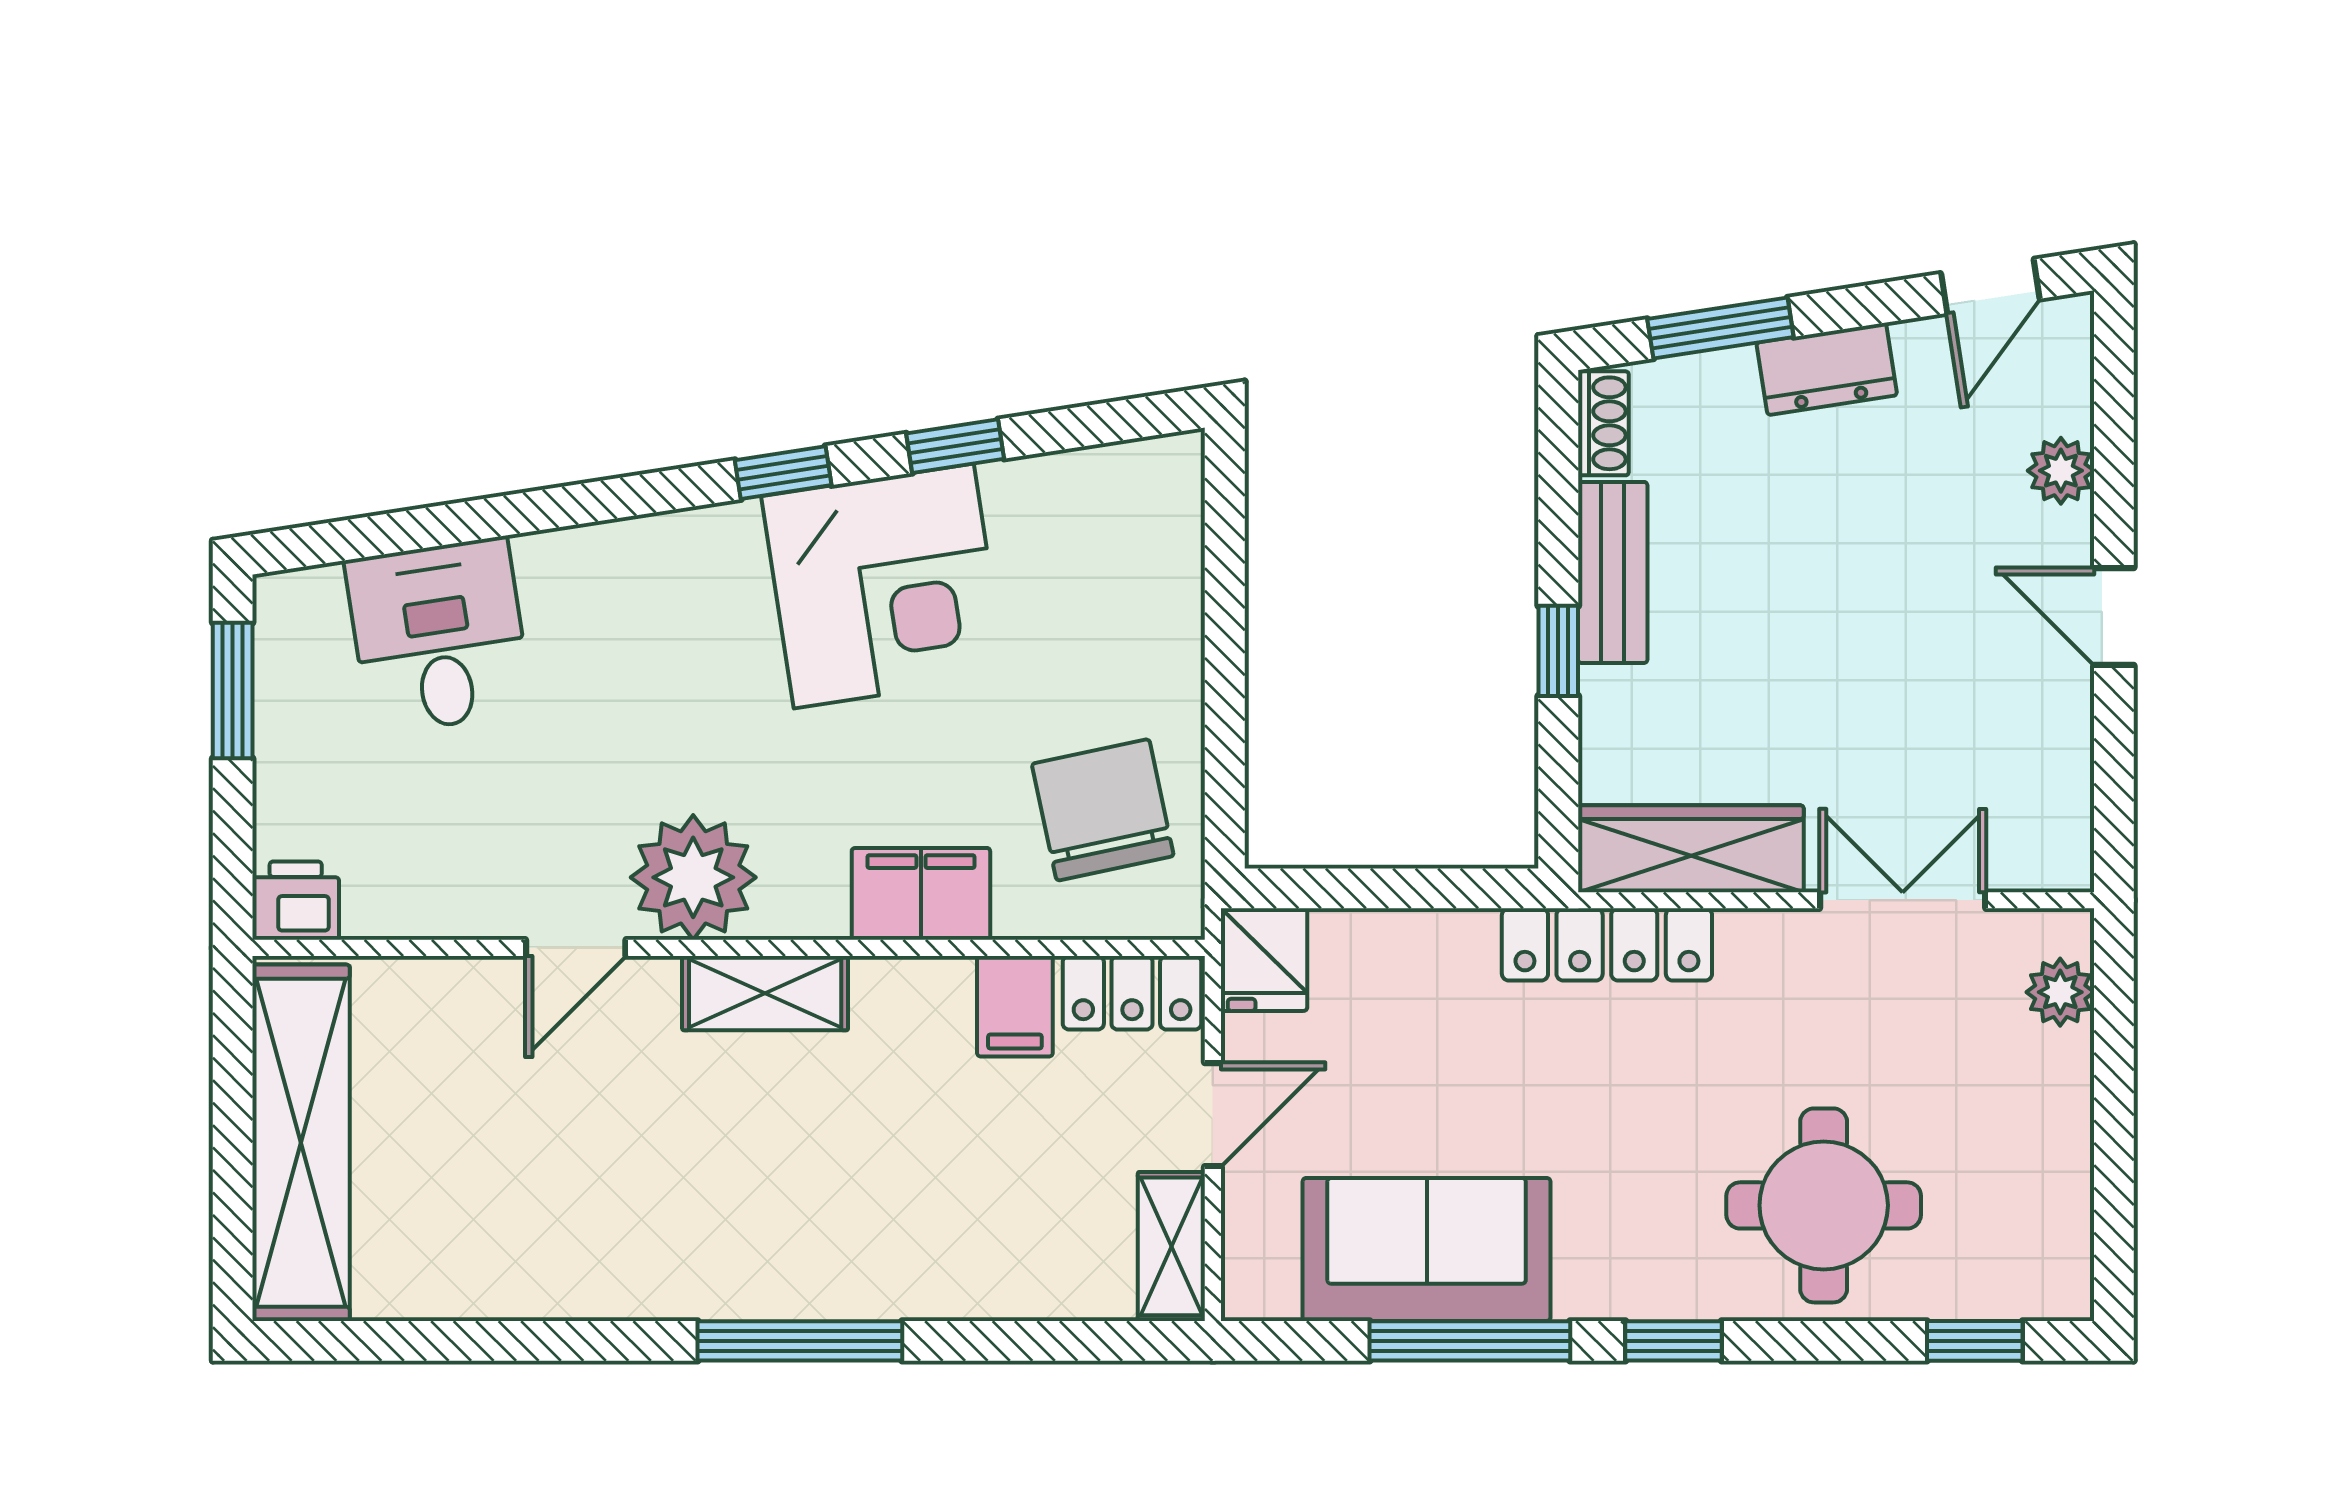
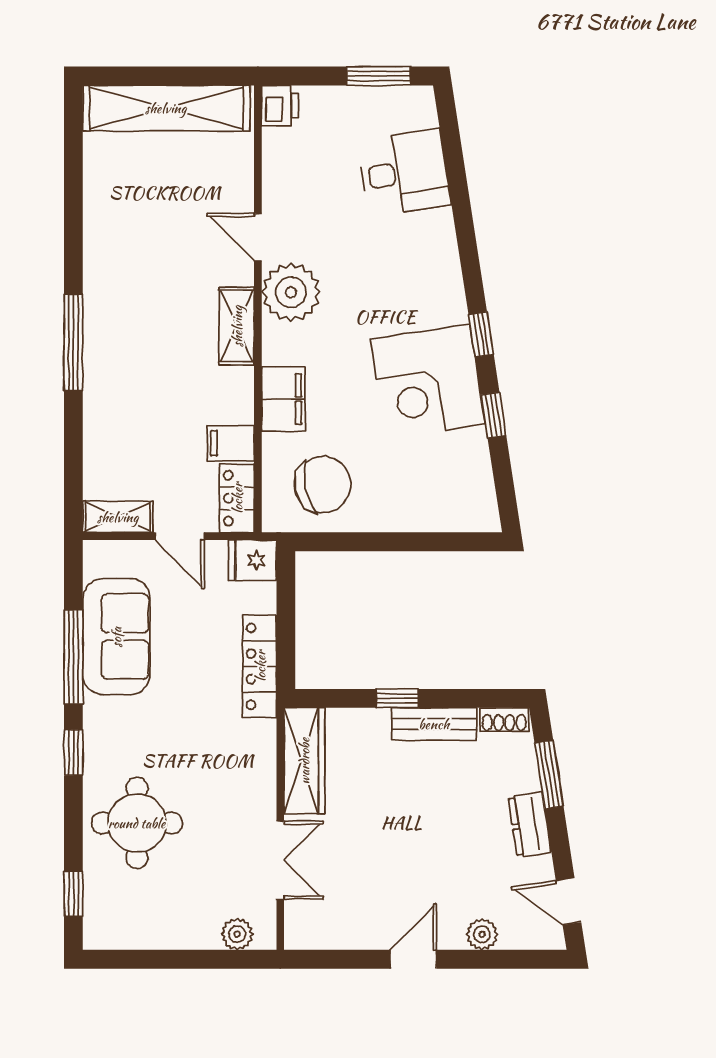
locker: (1607, 944) -> (260, 666), moved

